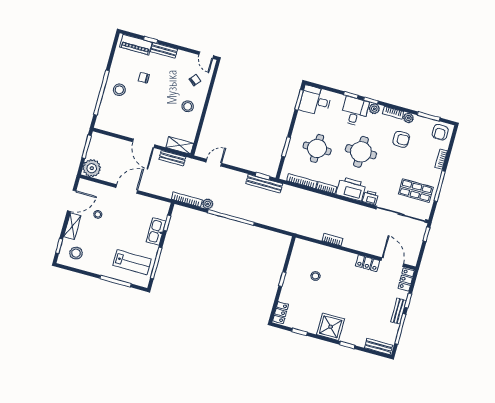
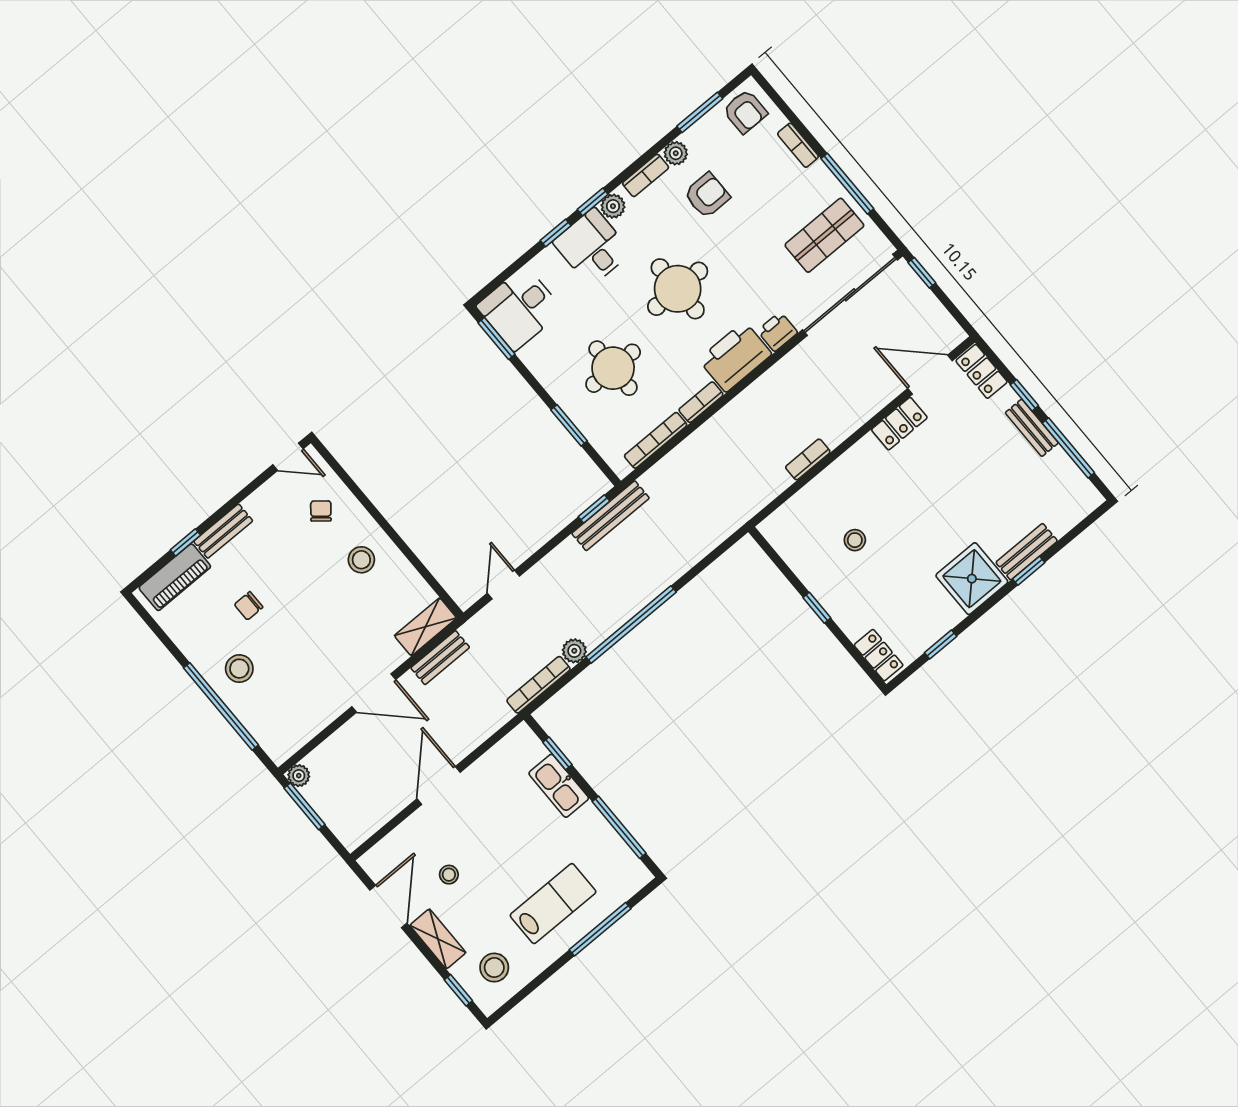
plant: (92, 168) -> (299, 776), moved, width x0.53, depth x0.53
lab bench: (132, 262) -> (553, 904), moved
bench: (379, 346) -> (1027, 552), moved

